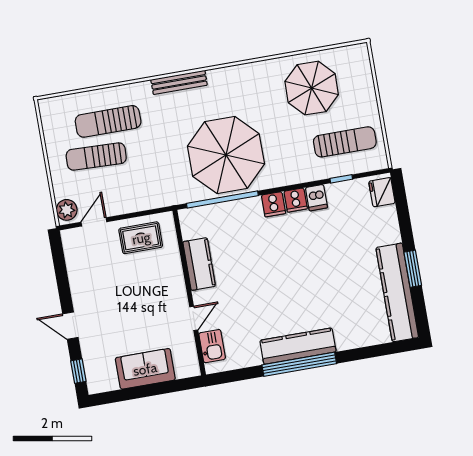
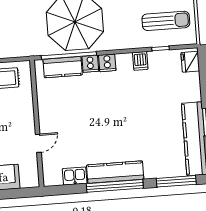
cooker: (296, 200) -> (90, 64), moved
kitchen counter: (199, 264) -> (63, 67), moved, turned 90
kitchen sink: (212, 346) -> (75, 176), moved, turned -90
window: (379, 350) -> (176, 181), added

